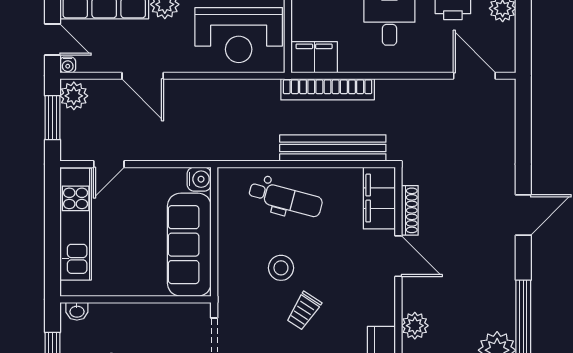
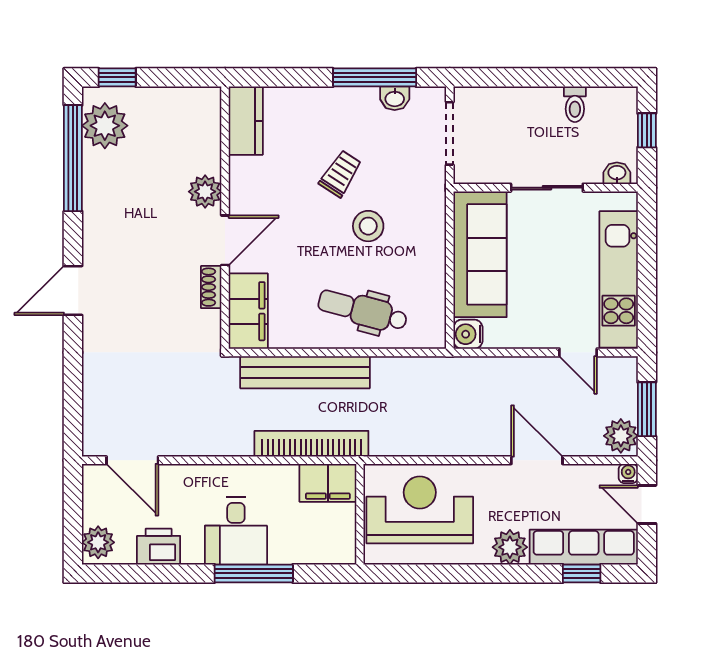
door: (109, 164) -> (578, 352), swing flipped
shoe rack: (410, 210) -> (211, 287), width x0.70
door: (398, 256) -> (225, 240), swing flipped
sliding door: (134, 299) -> (547, 188), added
plant: (415, 326) -> (205, 192), moved

